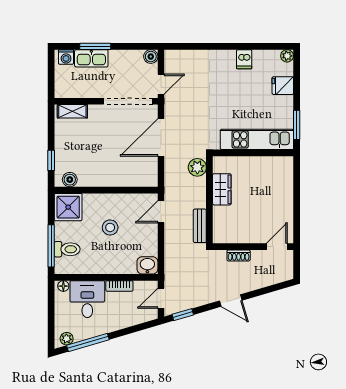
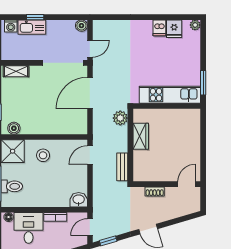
window: (95, 46) -> (35, 17), width x0.67
fridge: (283, 86) -> (174, 29), moved, turned -90
stool: (110, 227) -> (43, 155), moved

